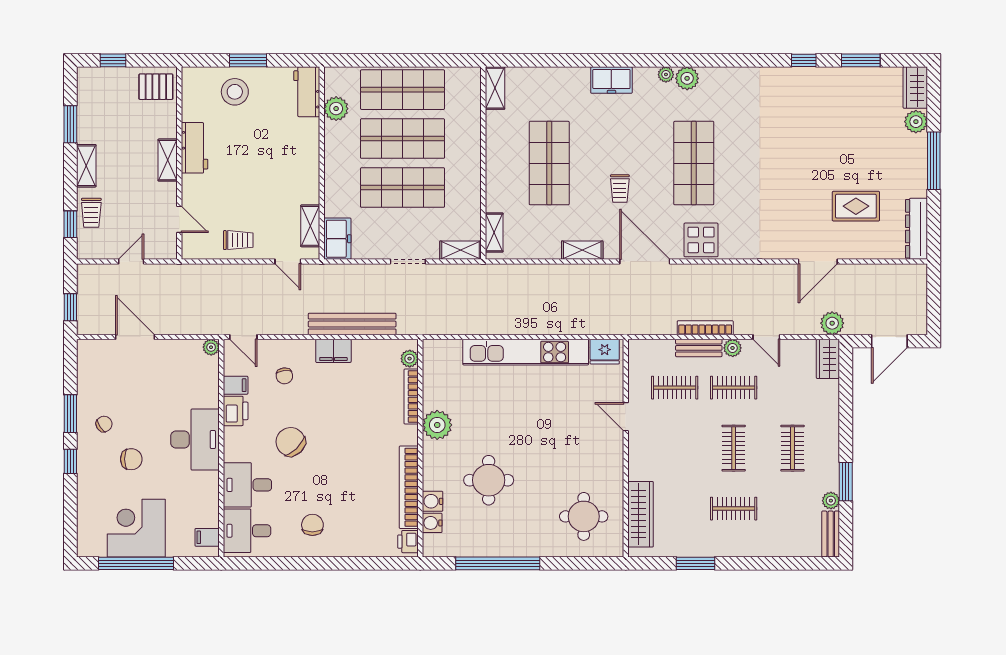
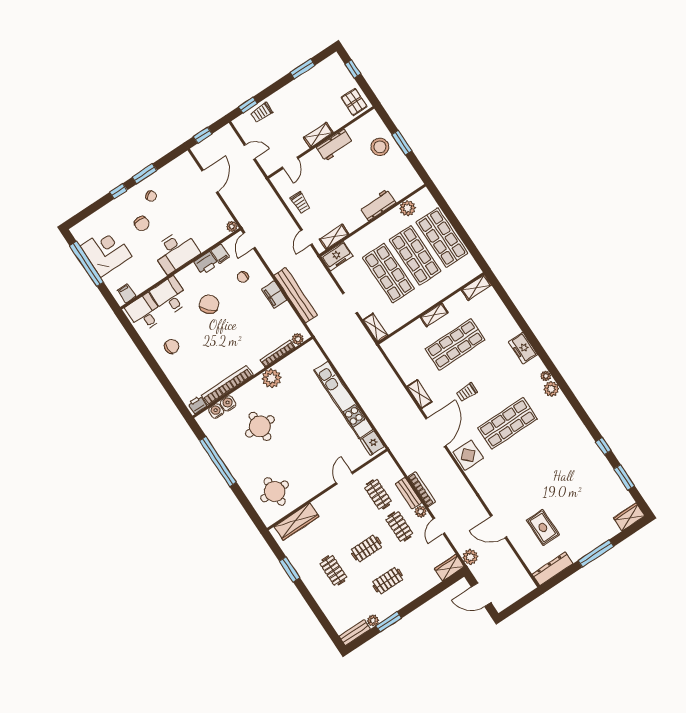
workbench: (307, 92) -> (378, 205), moved
plant: (916, 122) -> (611, 530), removed
shelving: (86, 166) -> (286, 93), removed
shelving: (494, 233) -> (434, 315), moved

